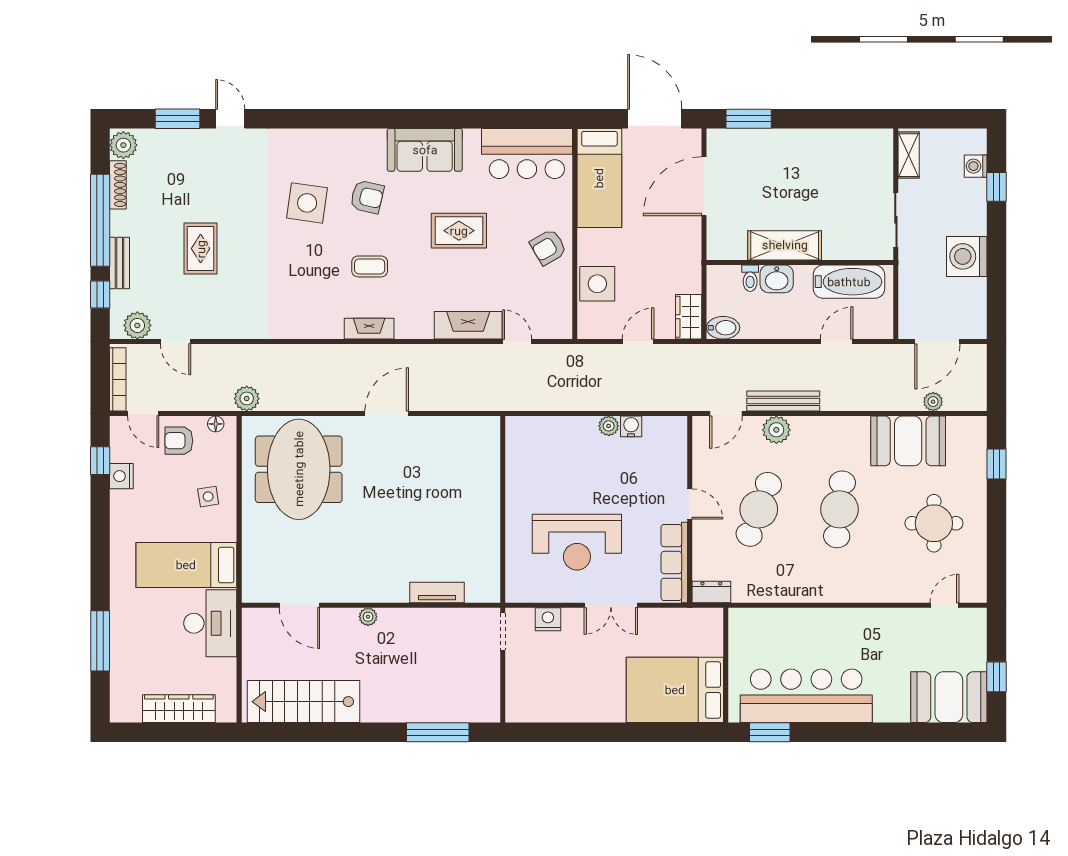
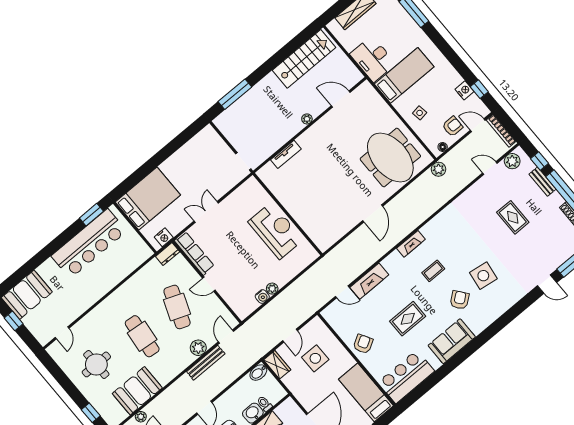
armchair: (367, 197) -> (460, 300), turned 129
side table: (597, 284) -> (315, 358), moved
reception desk: (577, 542) -> (276, 231), moved, turned 90
nightstand: (548, 619) -> (164, 237), moved

